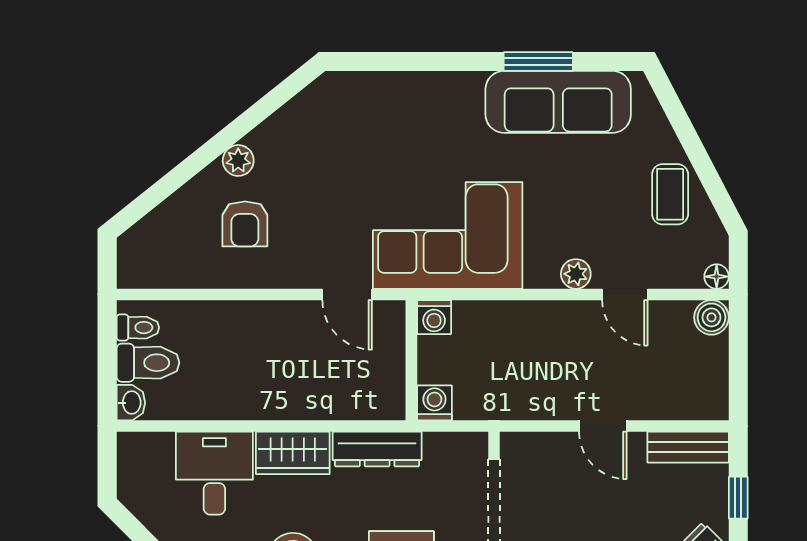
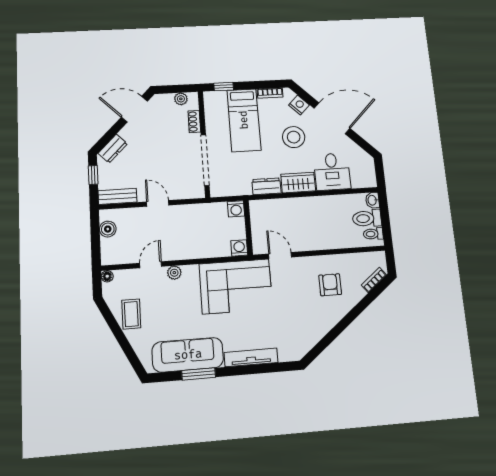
tv unit: (427, 86) -> (251, 357), added
plant: (238, 160) -> (336, 314), removed
bookcase: (148, 227) -> (374, 280), added
door: (625, 294) -> (151, 265), hinge flipped
boiler: (711, 317) -> (108, 229), moved
dresser: (377, 449) -> (267, 186), width x0.70

